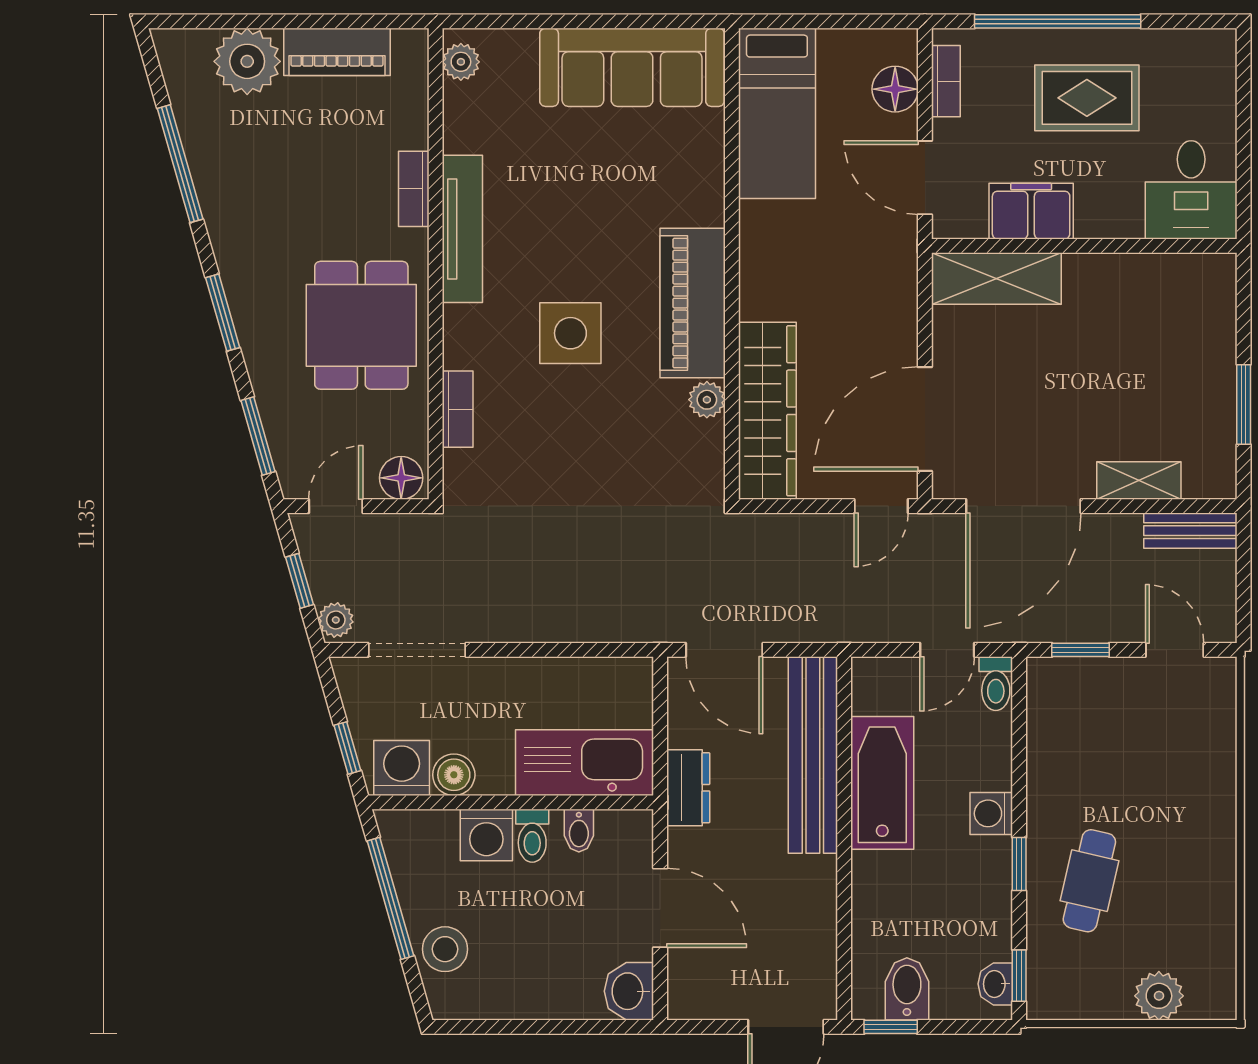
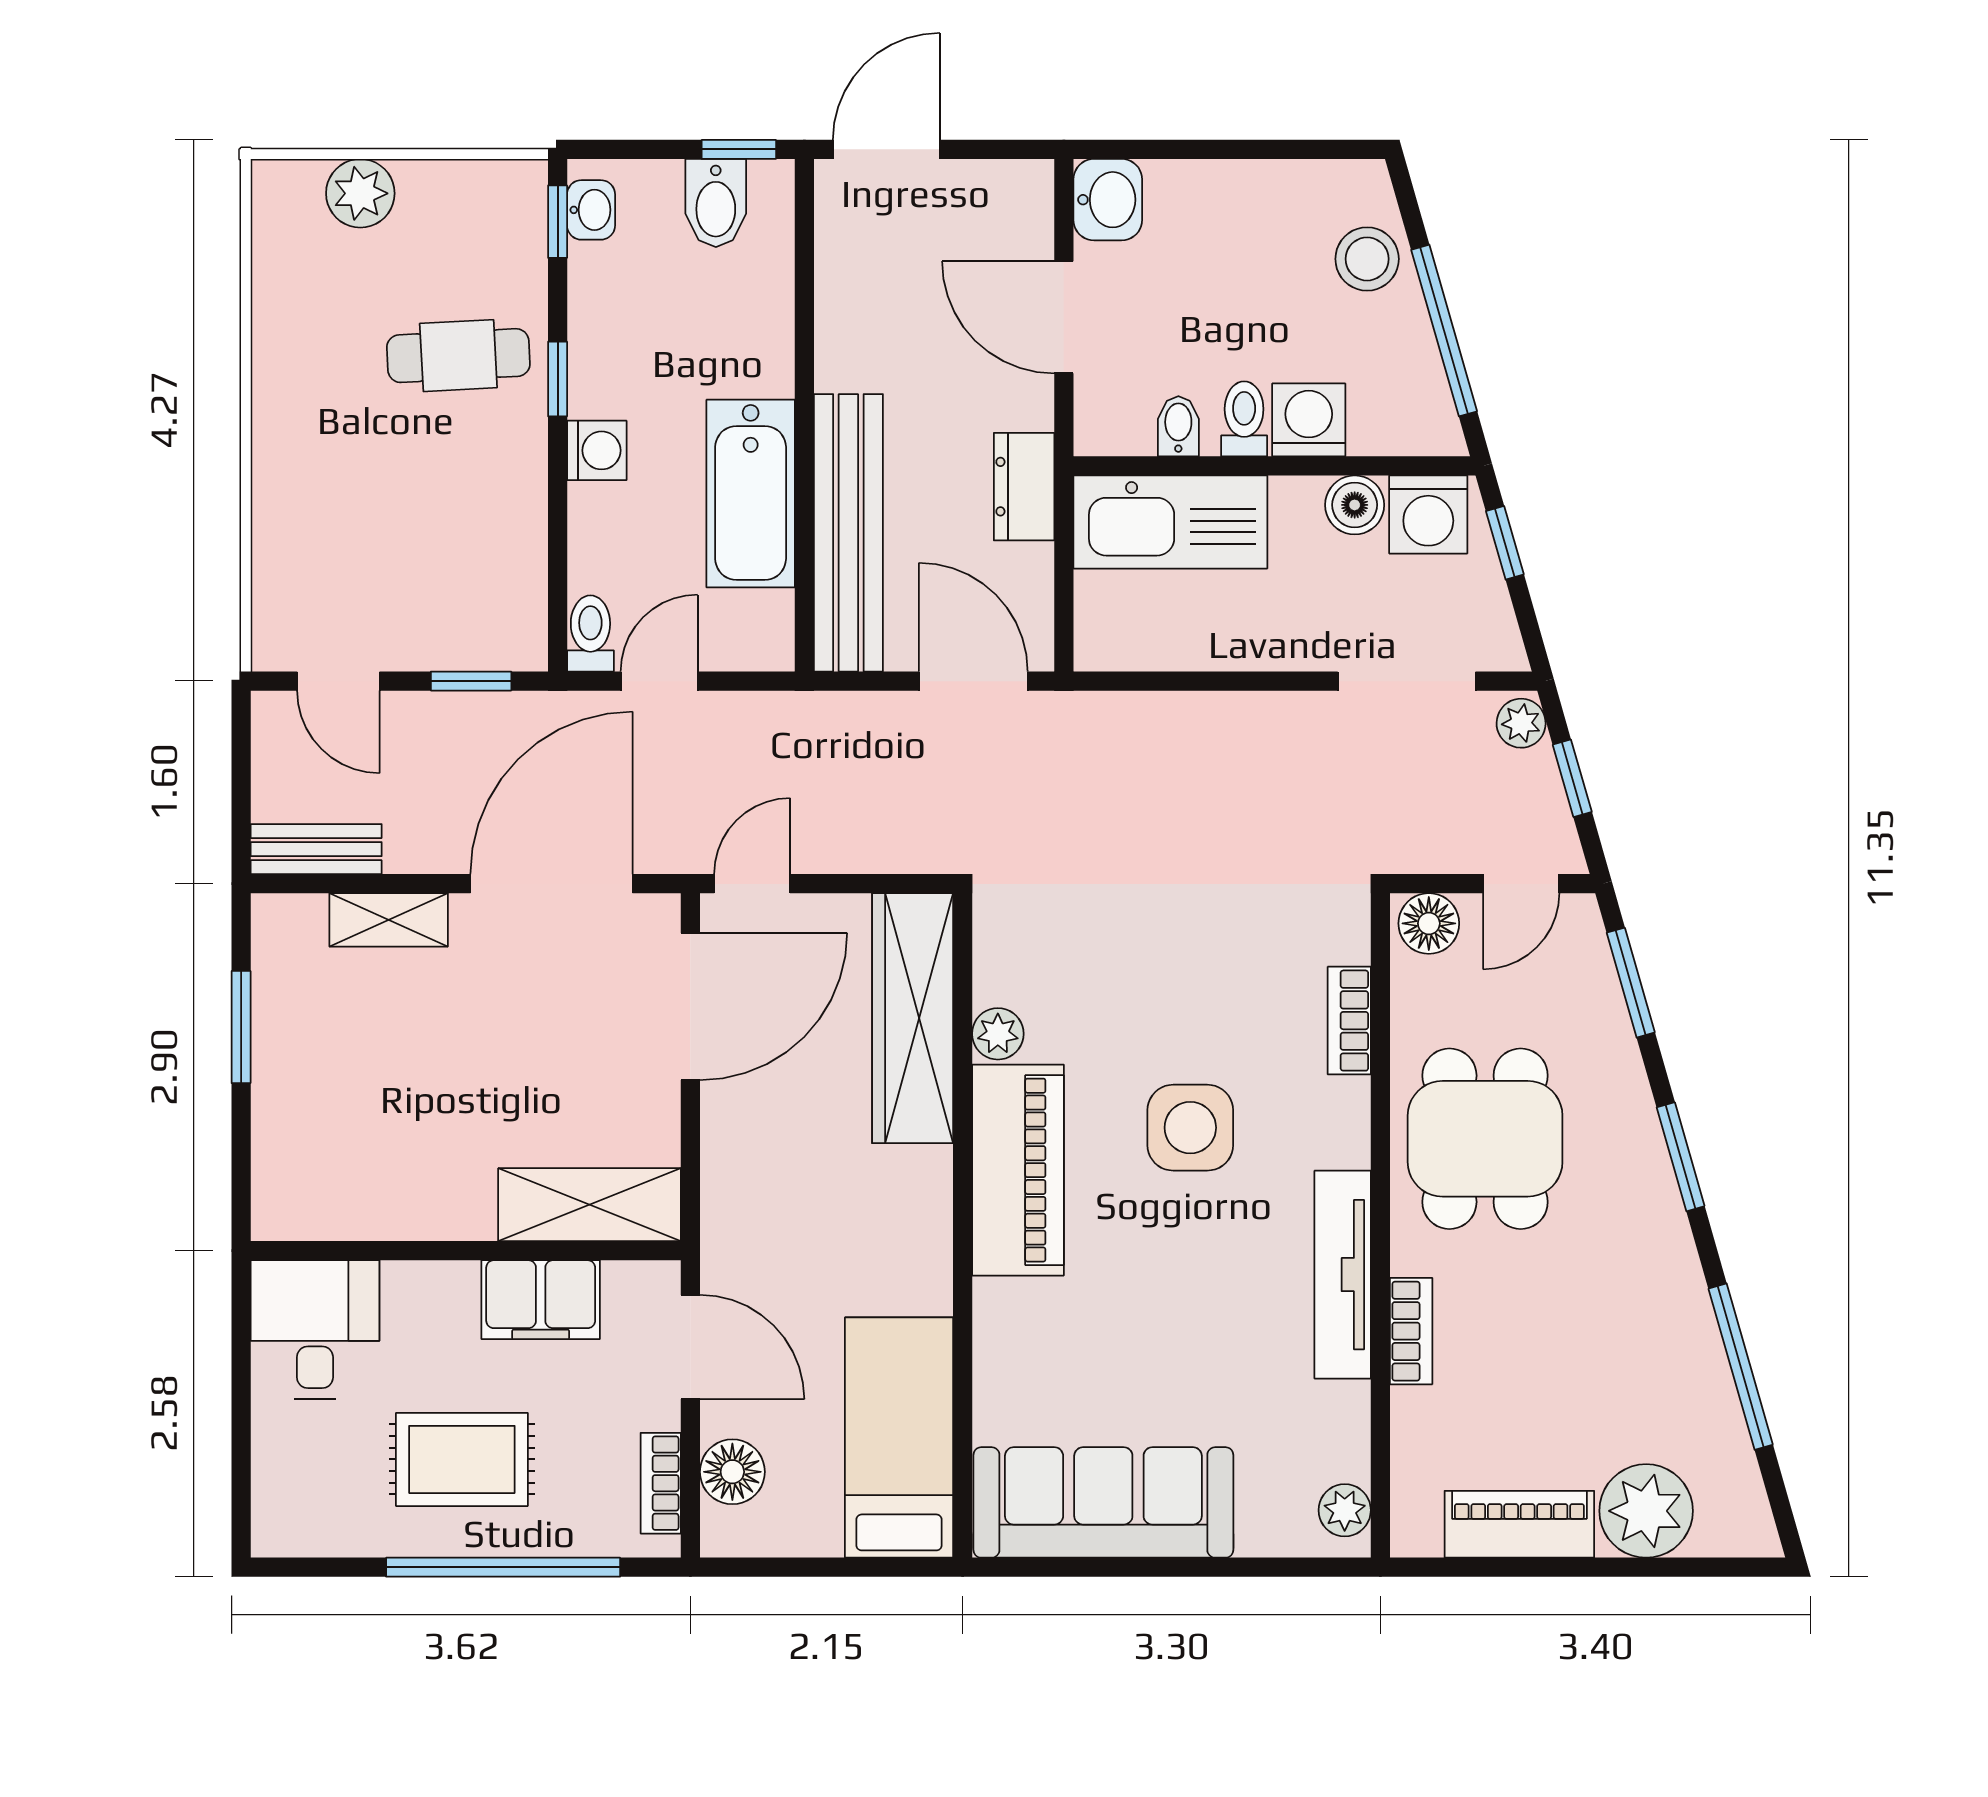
cafe table: (1089, 881) -> (458, 356), turned 74

